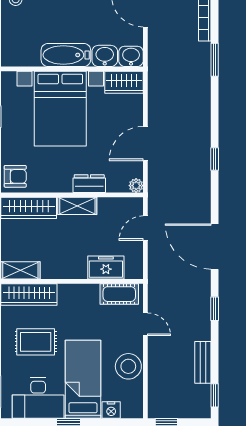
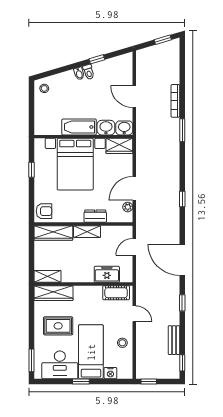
plant: (136, 186) -> (128, 207), moved
stool: (128, 366) -> (122, 343), width x0.53, depth x0.53

